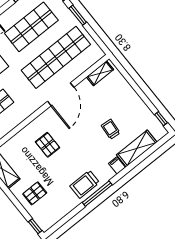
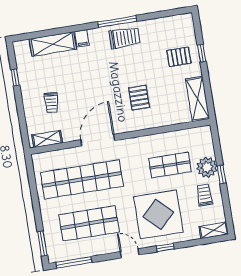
window: (78, 15) -> (37, 209), removed
window: (161, 119) -> (15, 77), moved
trolley: (111, 129) -> (51, 103), moved
window: (35, 226) -> (202, 53), moved

